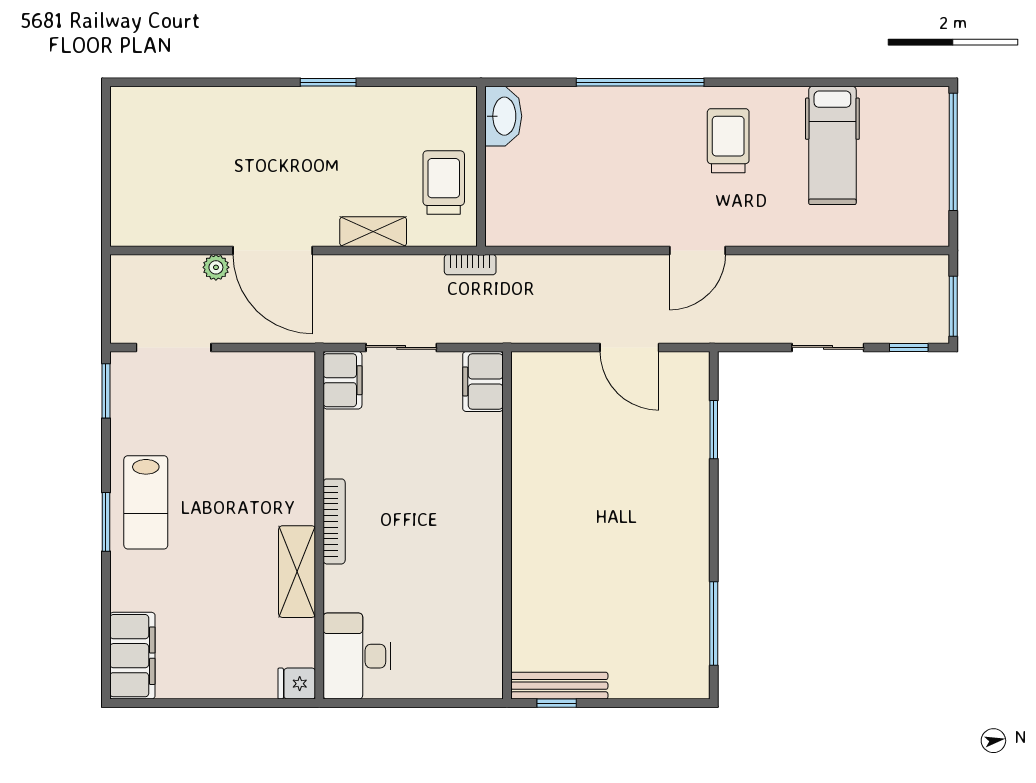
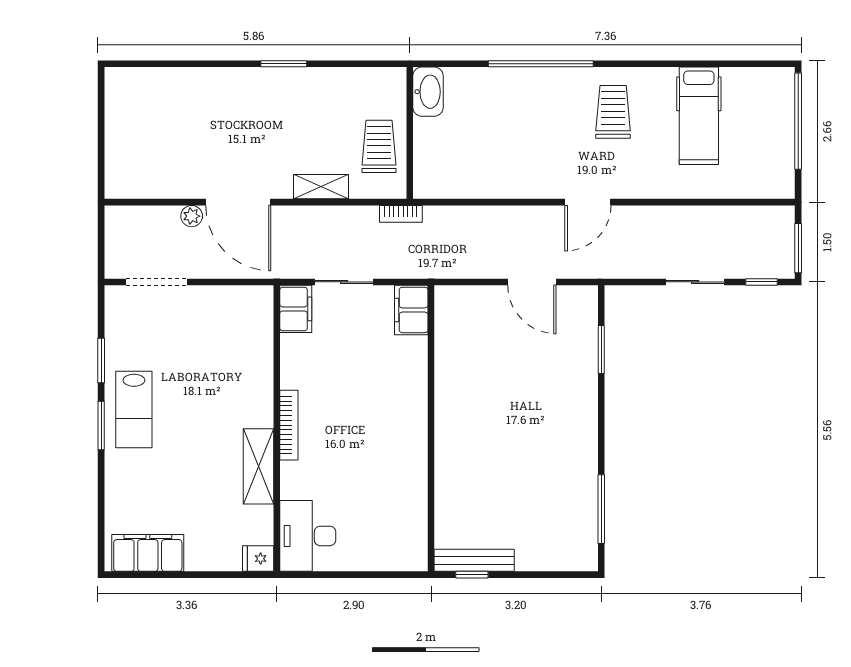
window: (106, 391) -> (101, 361), moved
filing cabinet: (132, 656) -> (148, 553), moved, turned -90

